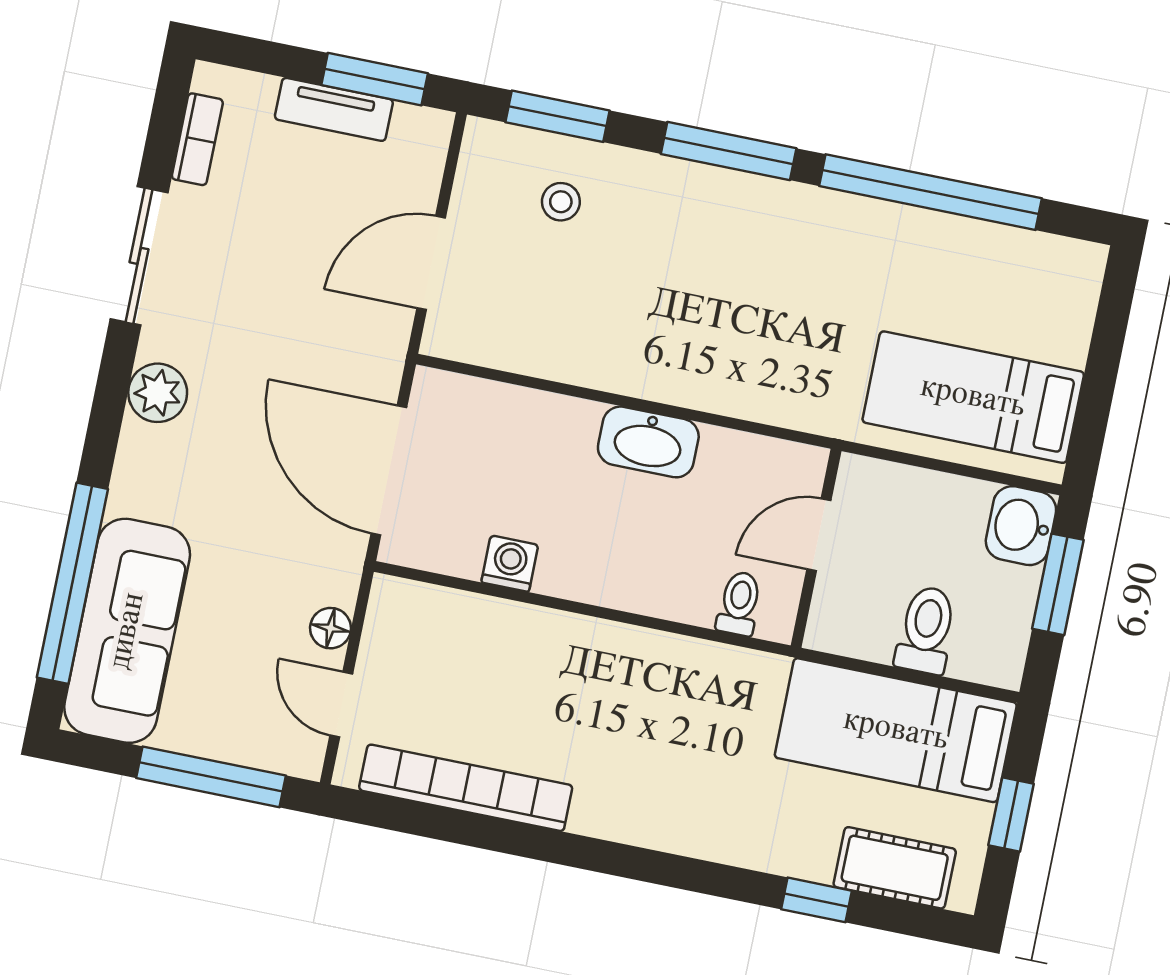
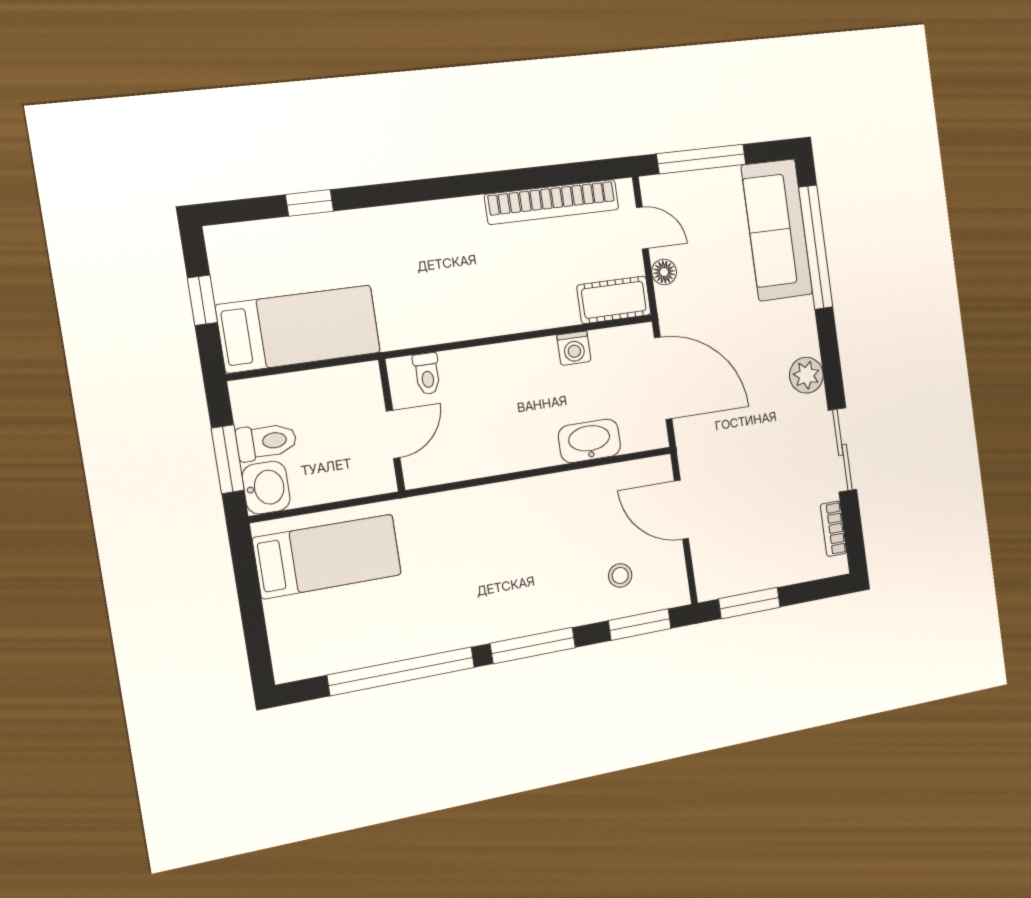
tv unit: (334, 109) -> (766, 576), removed
door: (431, 263) -> (681, 510), swing flipped
washbasin: (648, 442) -> (589, 441), moved
toilet: (926, 630) -> (266, 442), moved, turned -90
cot: (895, 868) -> (614, 300), moved

